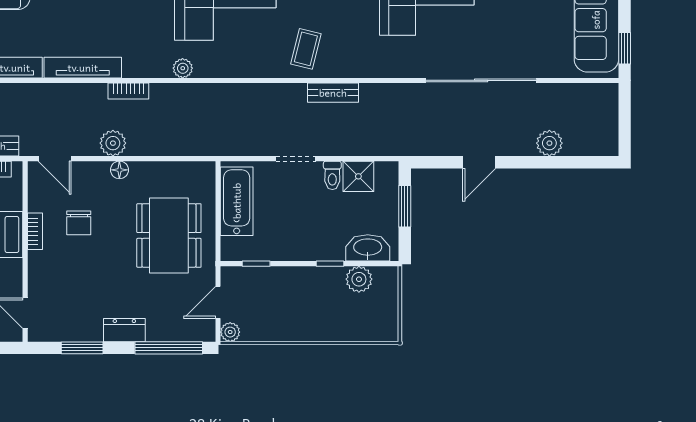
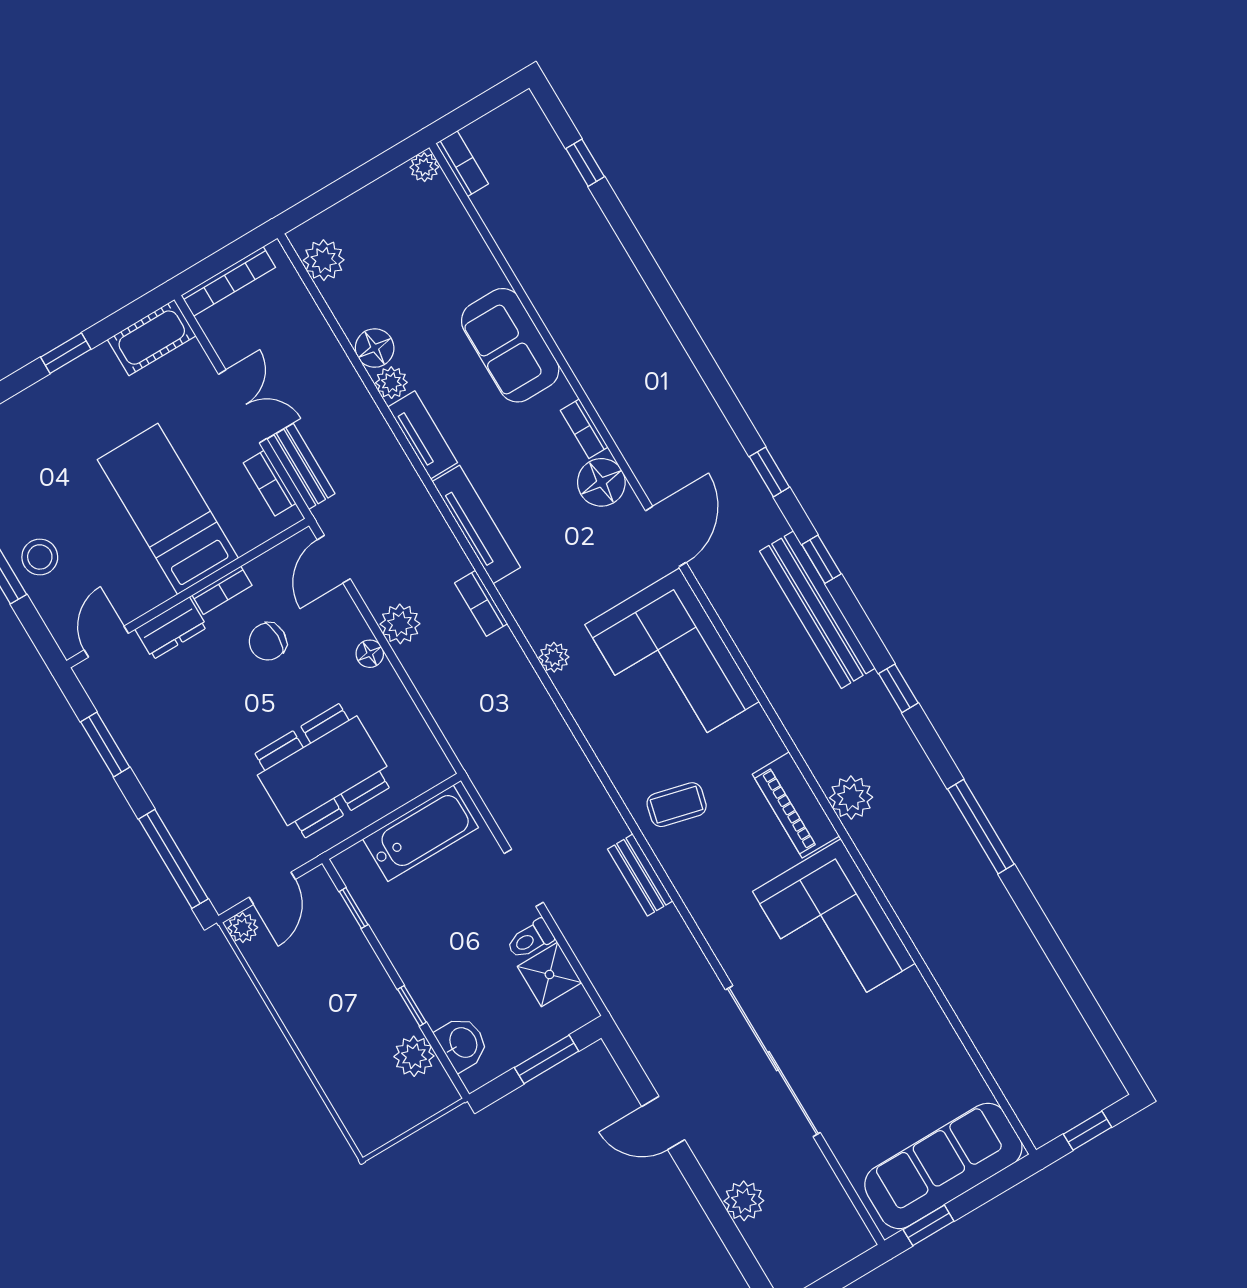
washbasin: (368, 248) -> (462, 1043), width x0.72
door: (218, 302) -> (272, 888), swing flipped
dresser: (124, 330) -> (171, 628), moved, turned 90

